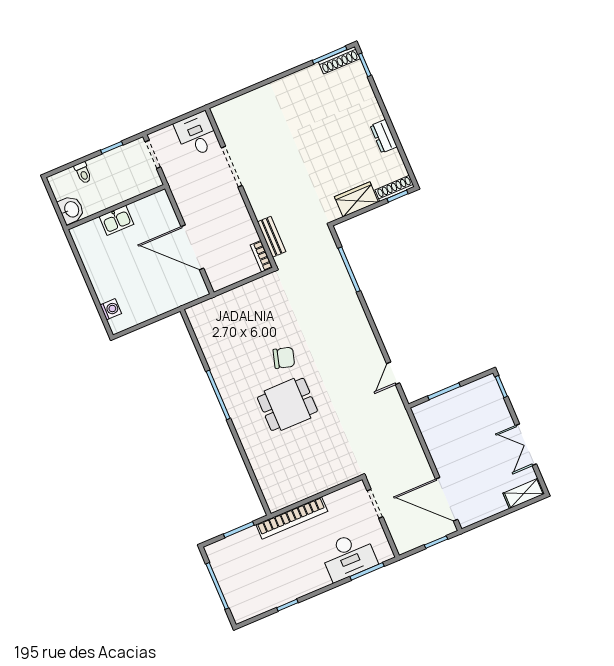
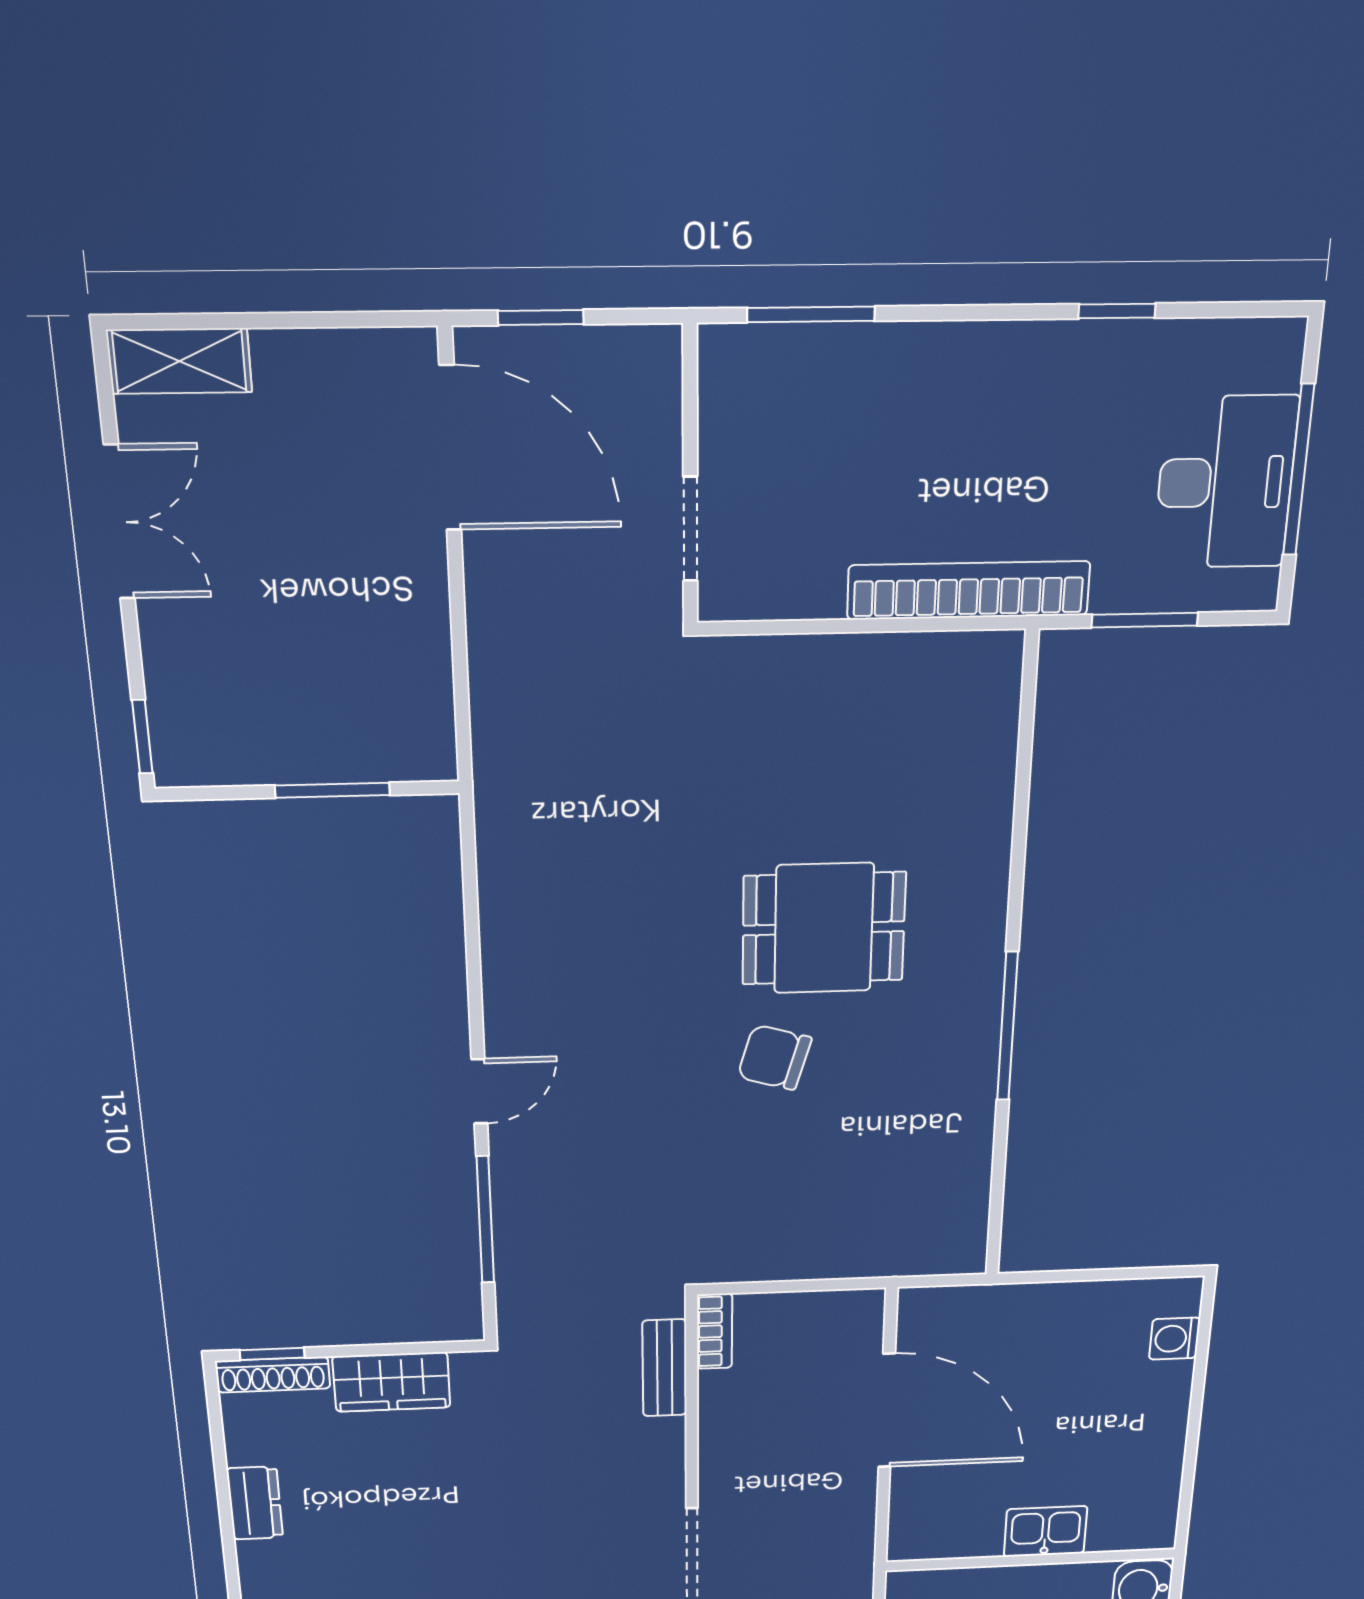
door: (393, 373) -> (479, 1091), moved
desk: (349, 556) -> (1225, 482), moved, turned 90

